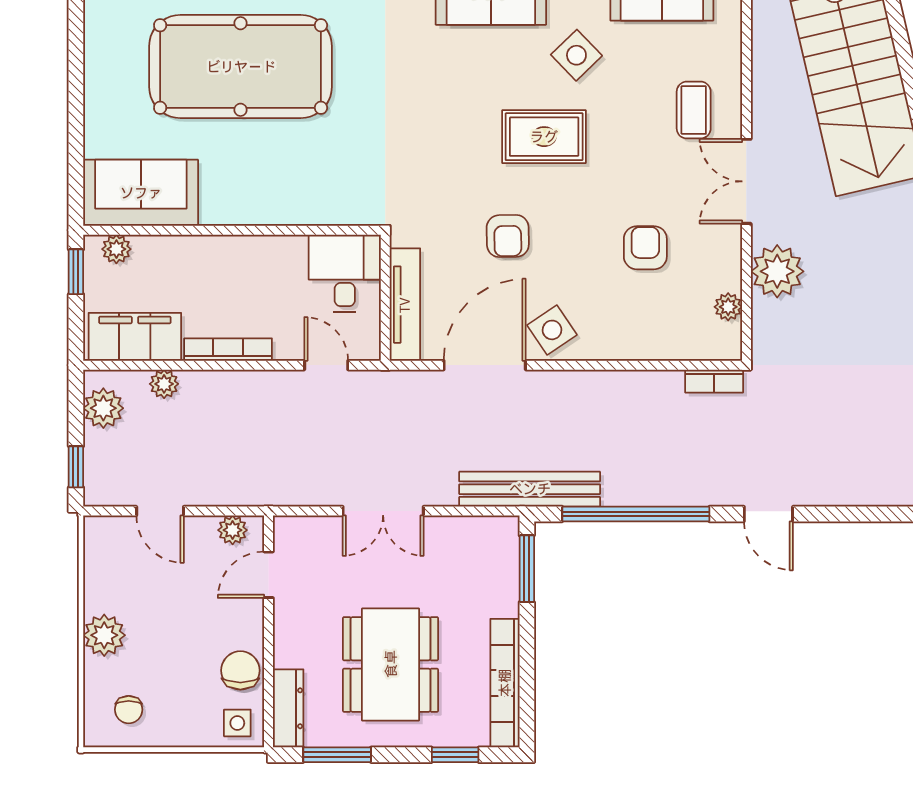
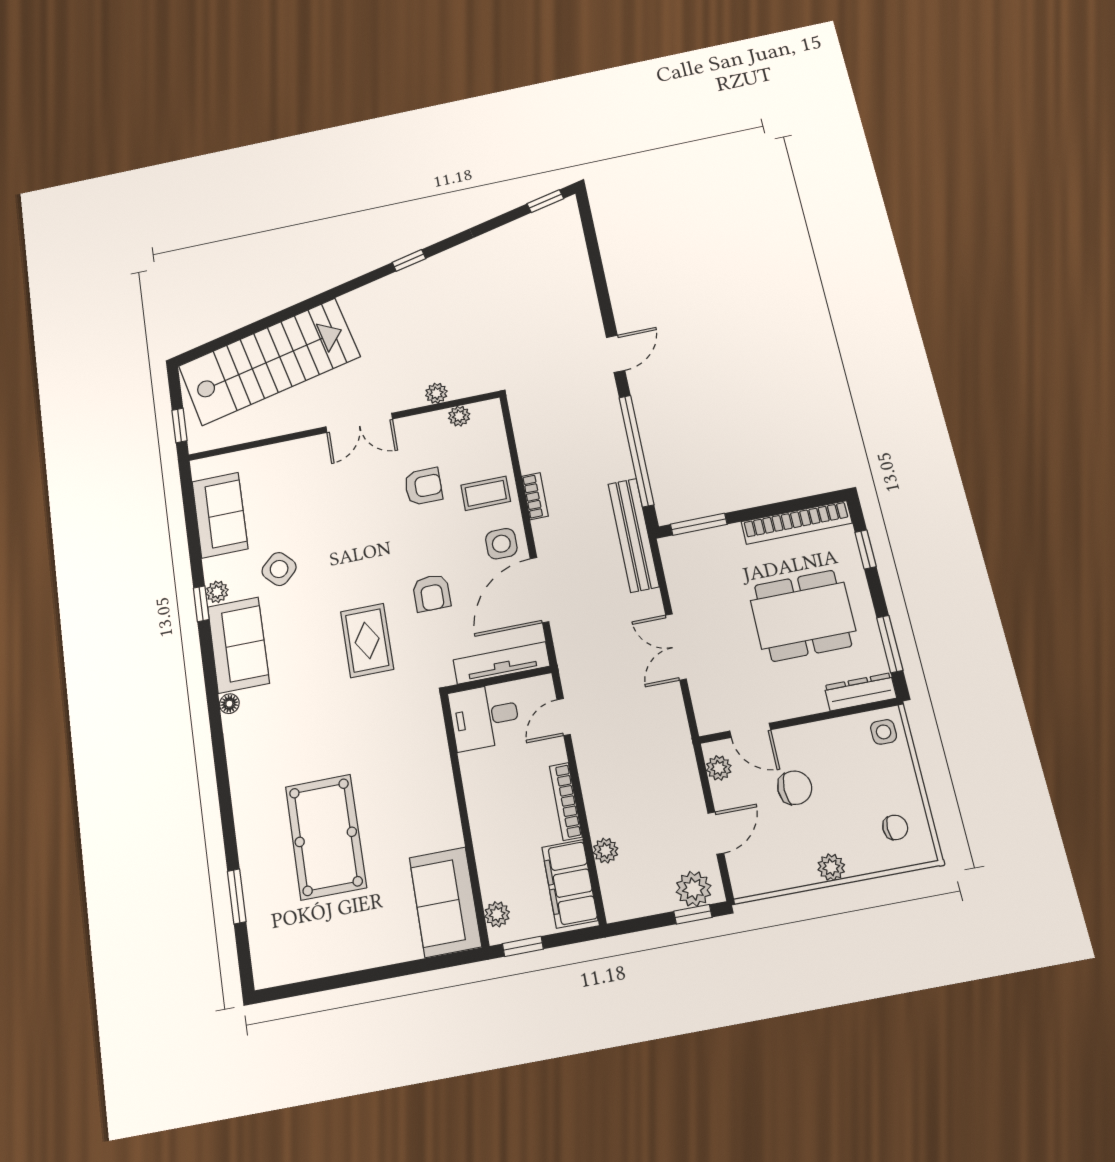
pool table: (241, 67) -> (326, 837), width x0.73, depth x0.76
coffee table: (694, 110) -> (486, 493), moved
rug: (544, 137) -> (367, 640), moved
armchair: (508, 236) -> (432, 593), turned 91
armchair: (645, 248) -> (423, 486), turned 180
plant: (777, 271) -> (436, 393), width x0.53, depth x0.53
side table: (552, 330) -> (501, 544), turned 34
door: (485, 365) -> (540, 590), hinge flipped
bookcase: (714, 381) -> (535, 496), moved
plant: (103, 408) -> (694, 889), moved
double door: (383, 511) -> (676, 647), swing flipped
plant: (104, 635) -> (831, 867), width x0.73, depth x0.73
chair: (240, 670) -> (795, 788), moved, turned 180

